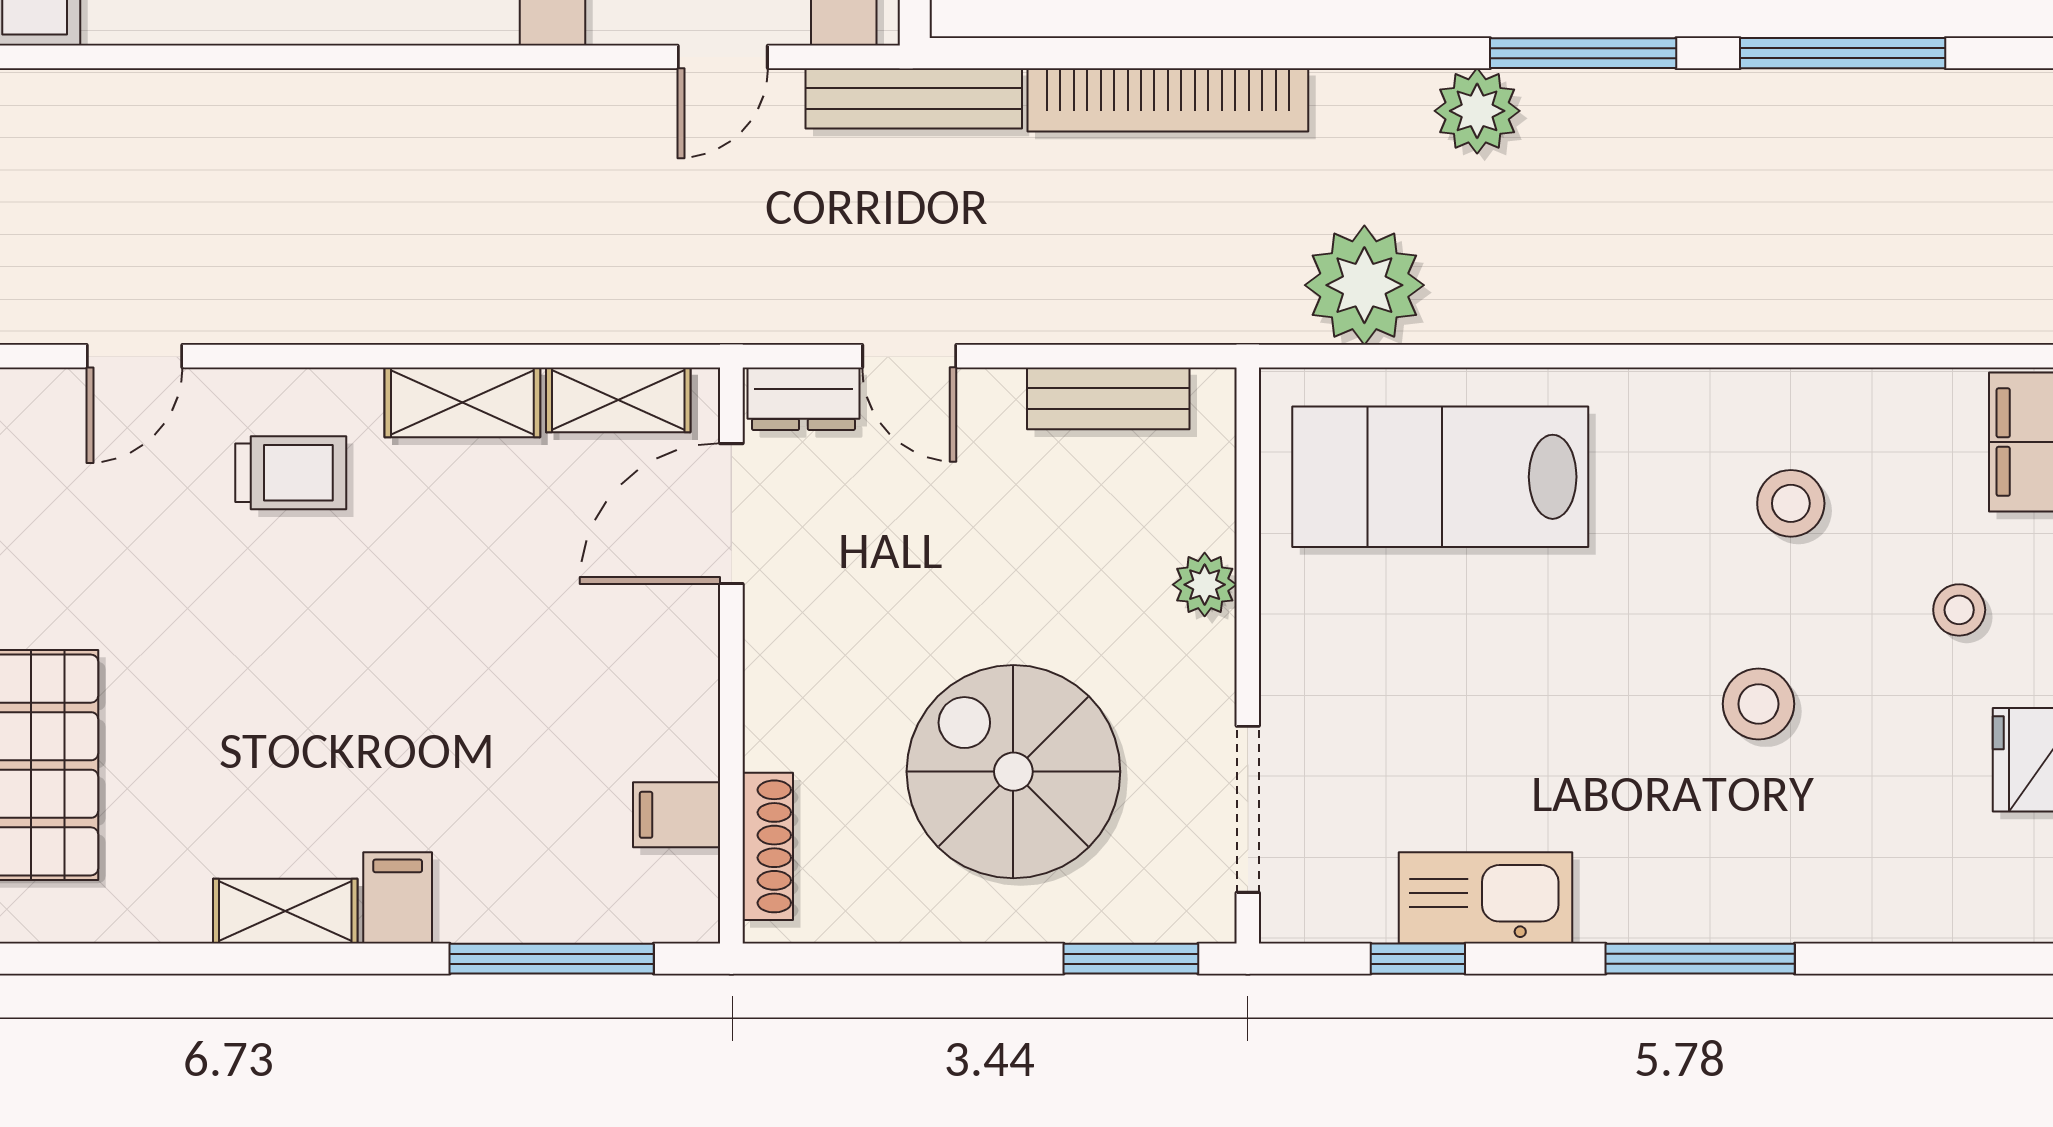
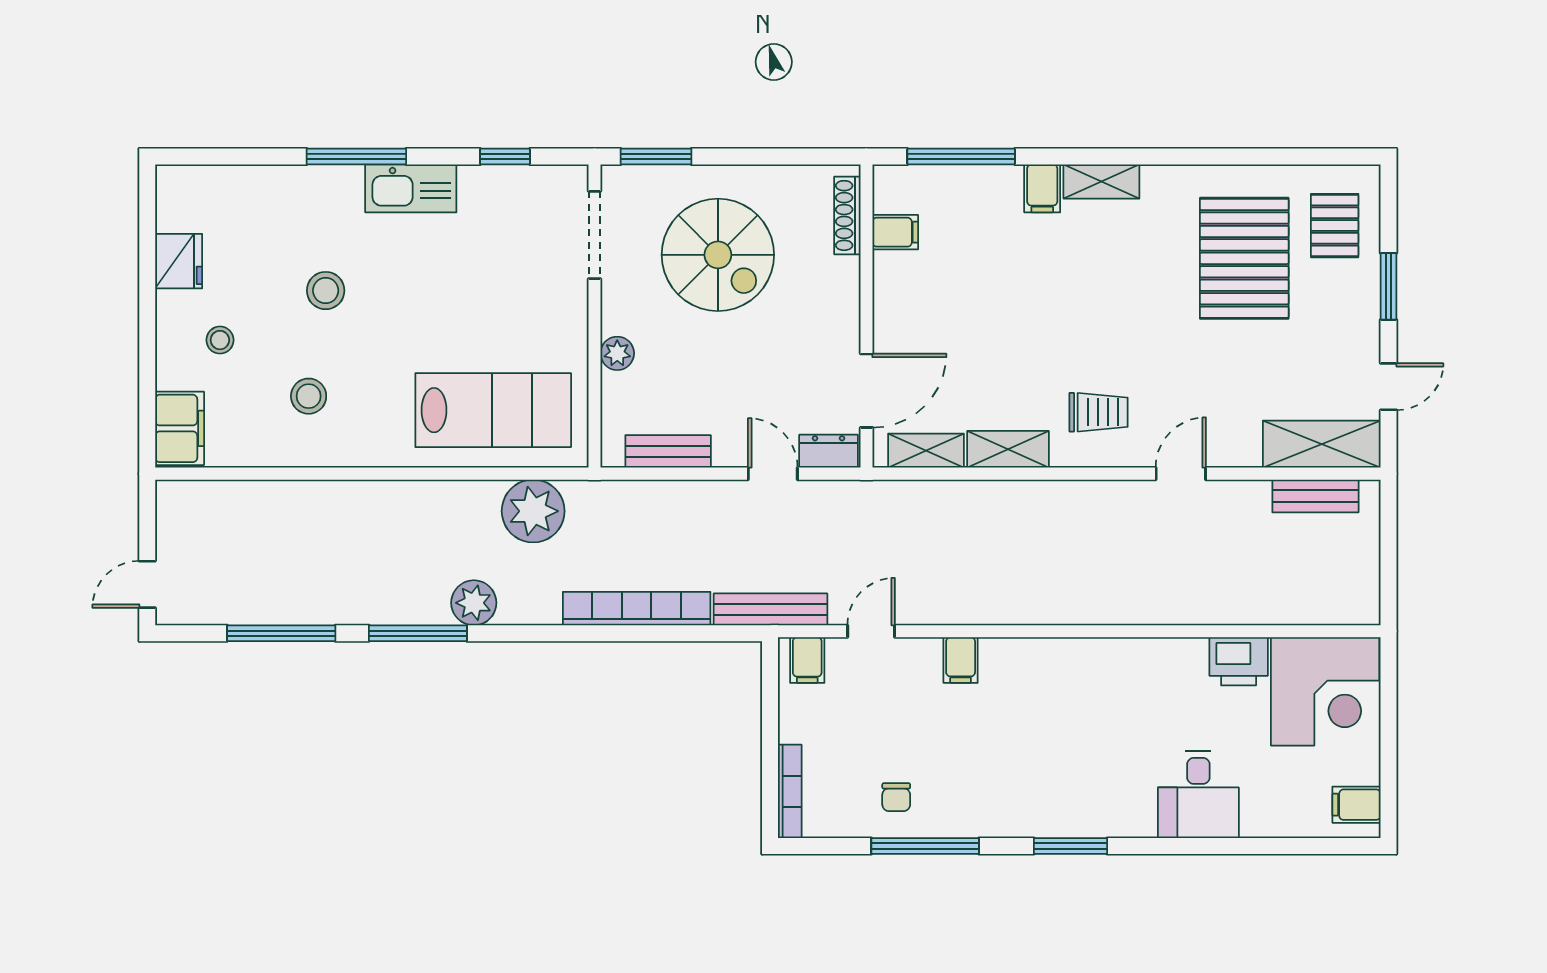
trolley: (291, 473) -> (1098, 412), turned 180
kitchen sink: (1486, 898) -> (411, 188), moved

